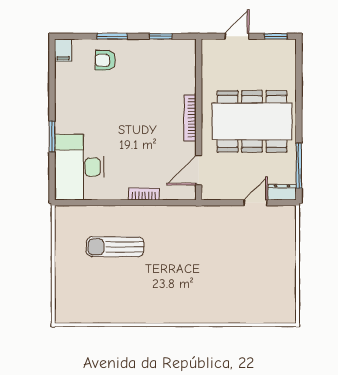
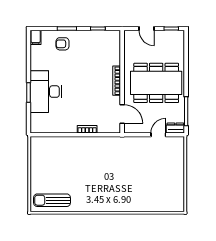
door: (237, 36) -> (147, 29), swing flipped
desk: (79, 167) -> (46, 92), moved
door: (199, 170) -> (122, 114), swing flipped
sun lounger: (115, 247) -> (52, 200), moved

